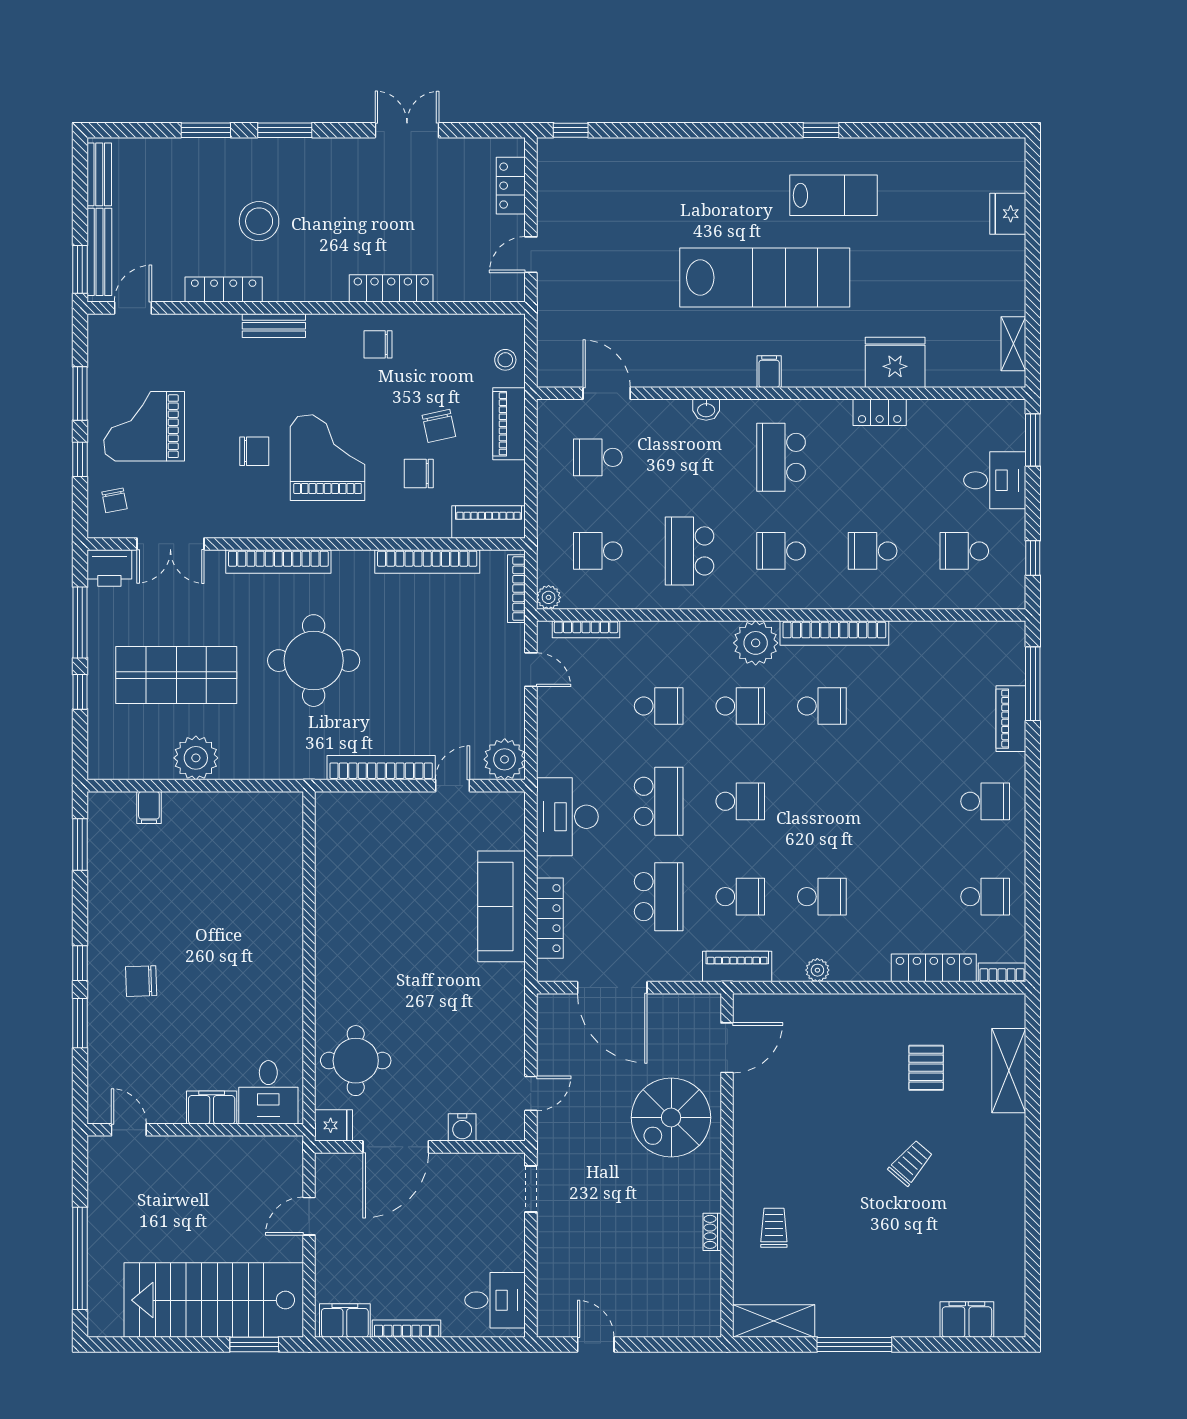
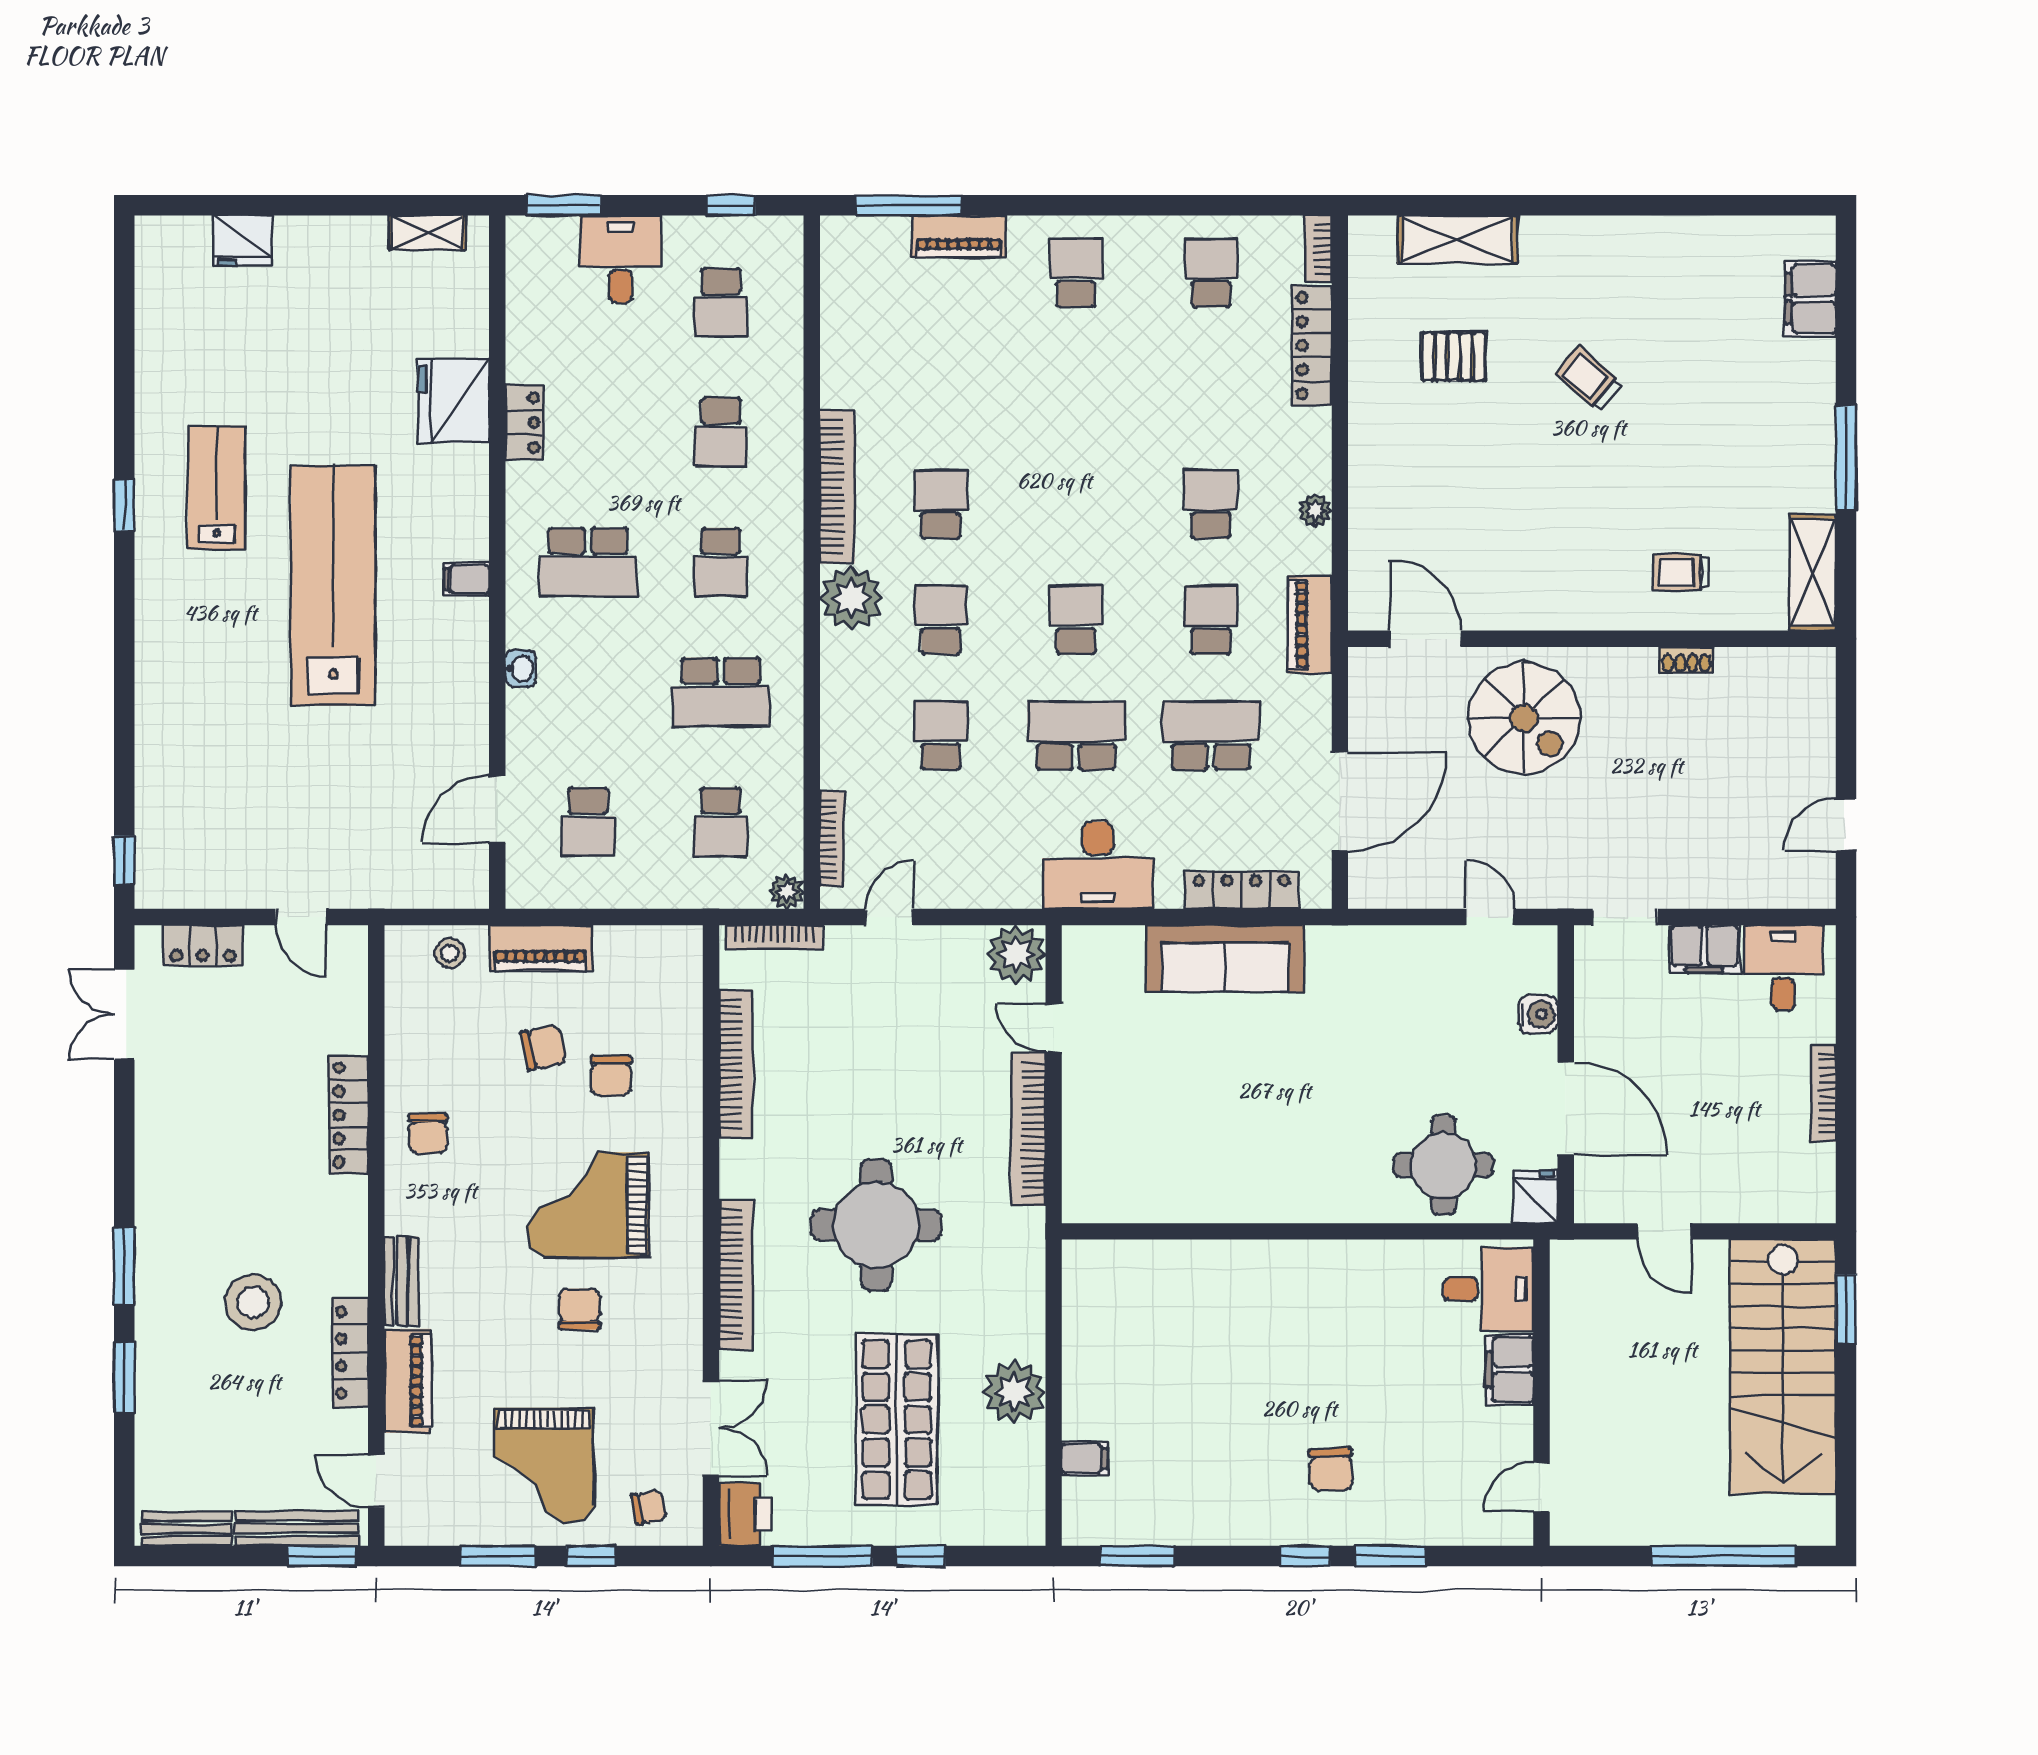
double door: (407, 130) -> (124, 1015), moved
piano: (489, 522) -> (408, 1381), moved, turned 180
filing cabinet: (345, 1321) -> (1705, 949), moved, turned -90

